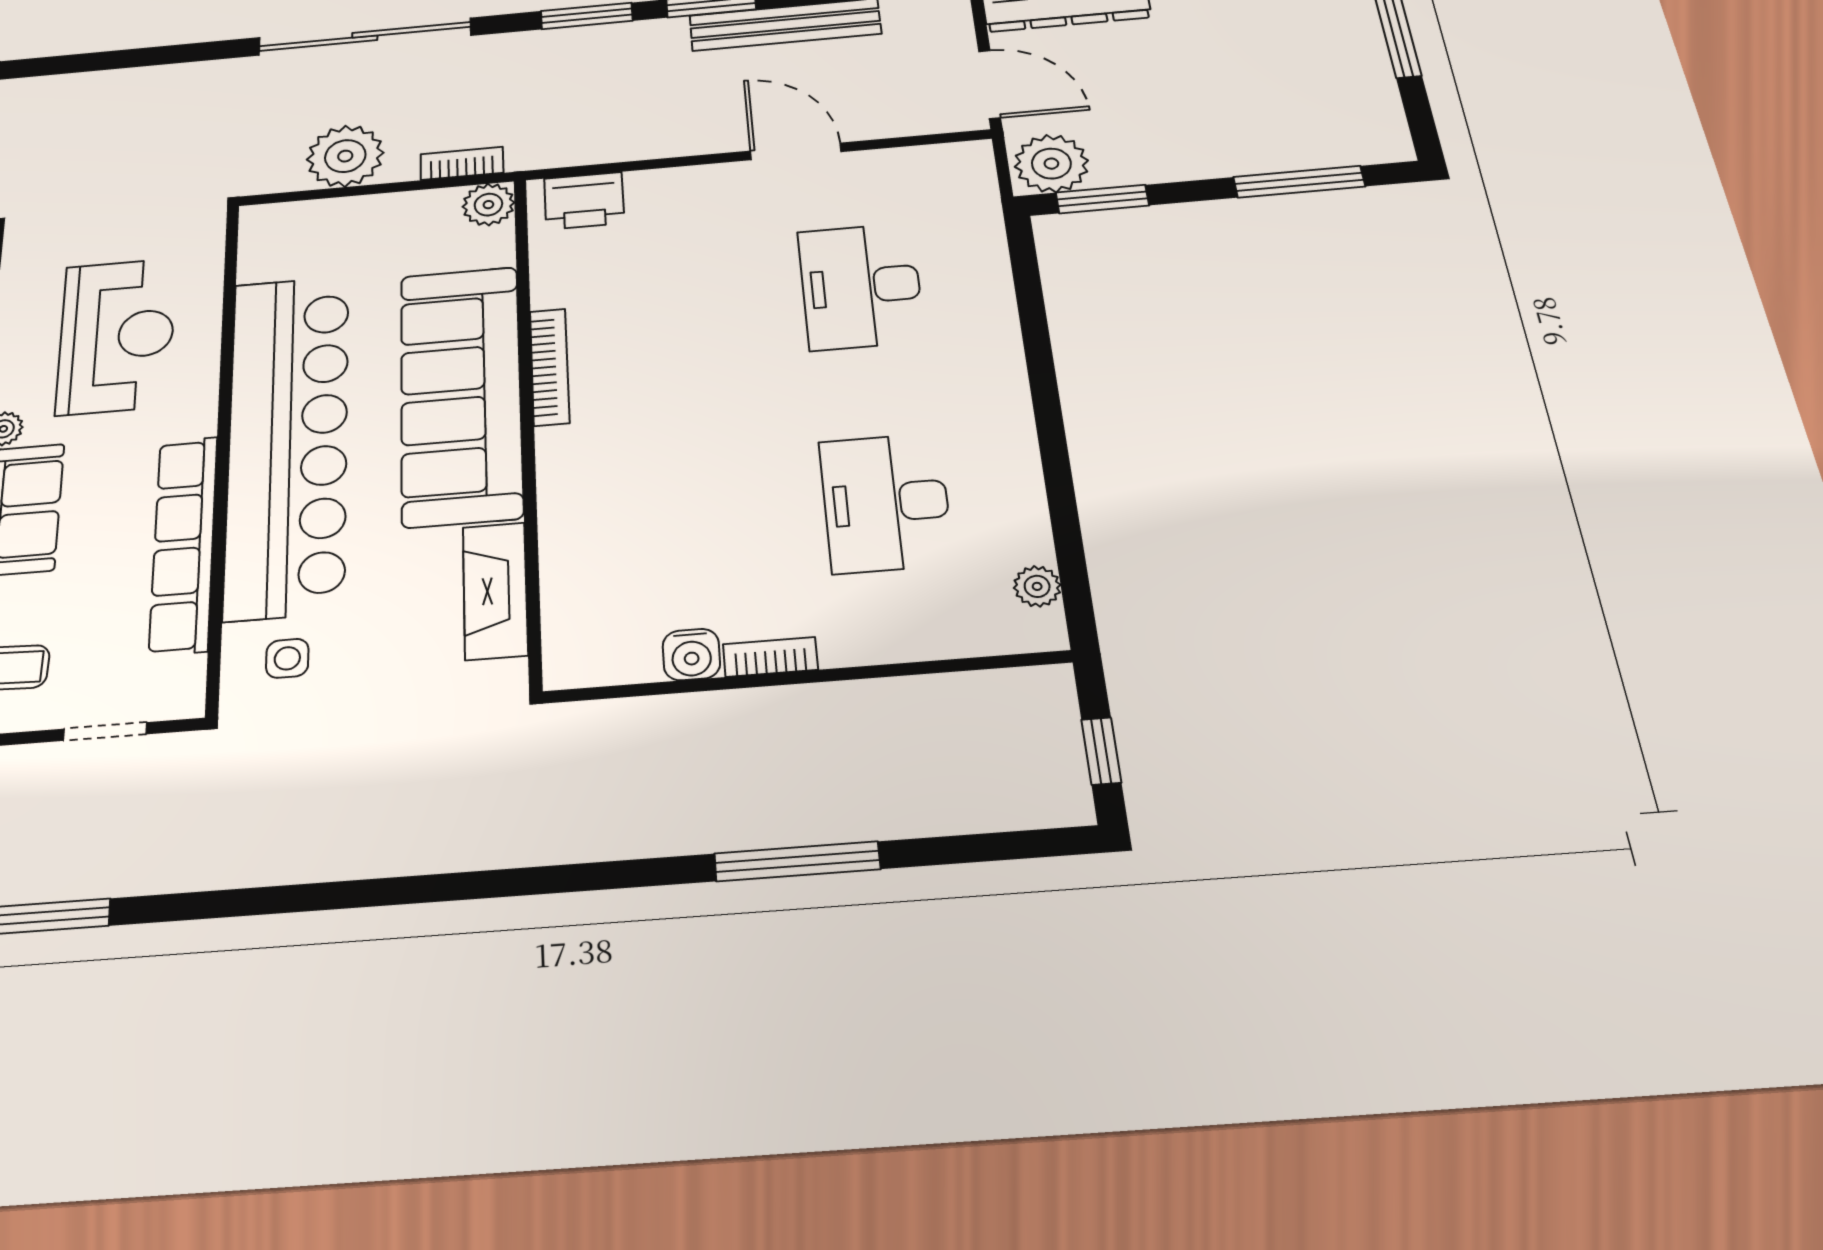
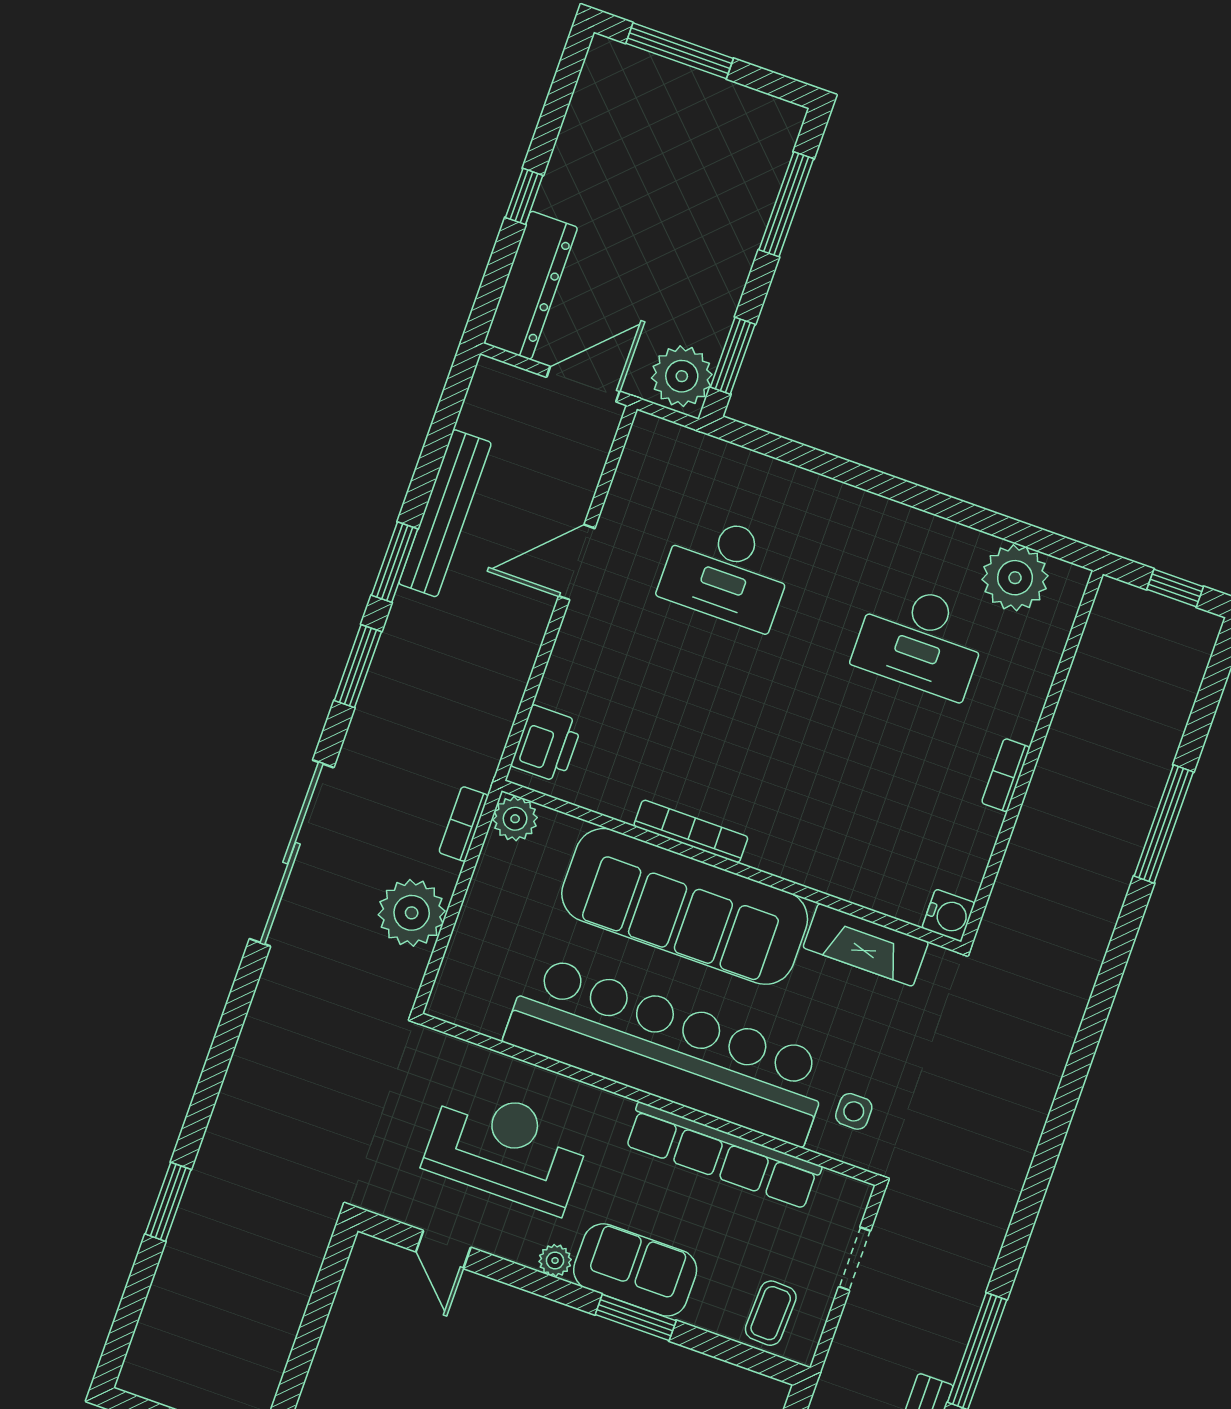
plant: (1037, 586) -> (1015, 578), width x1.88, depth x1.88
water cooler: (691, 655) -> (949, 915), moved

